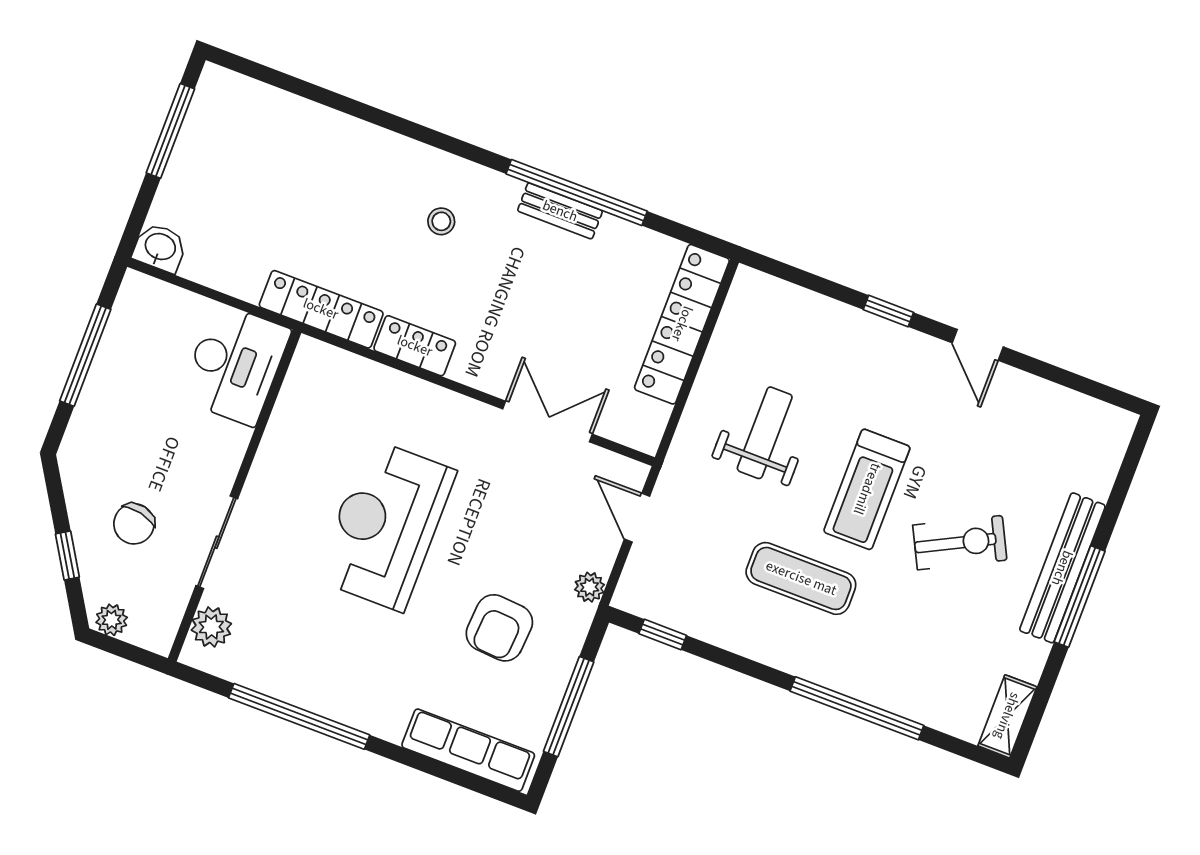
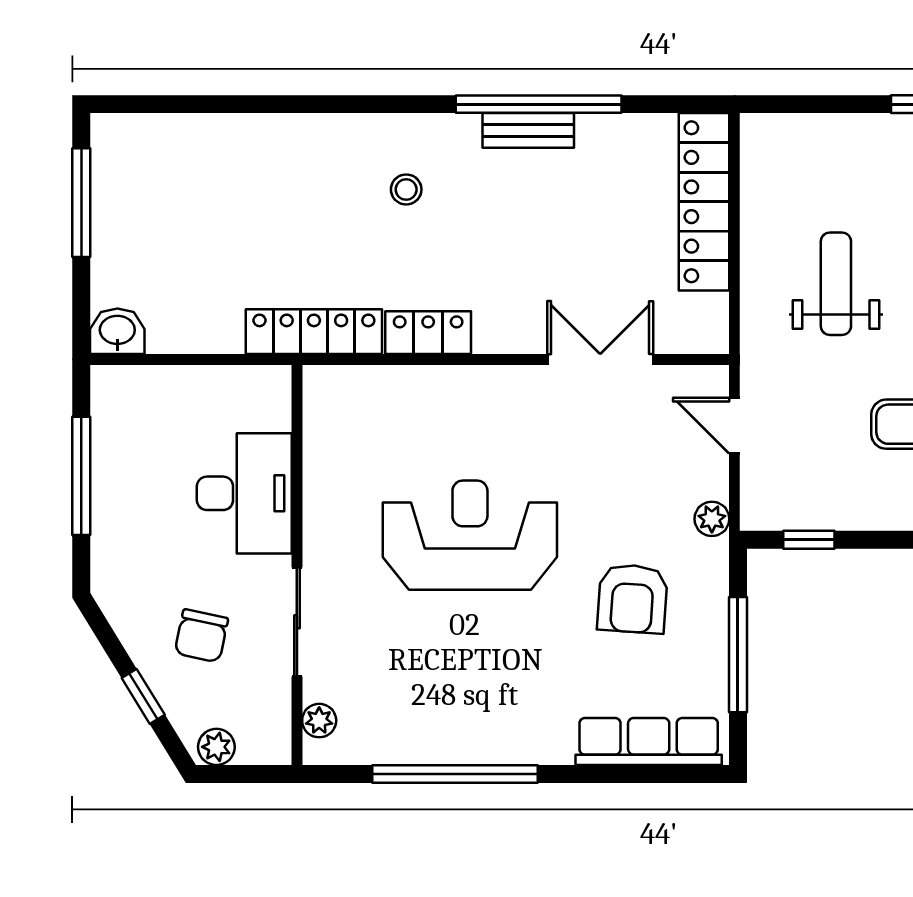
desk: (235, 364) -> (244, 493), moved
reception desk: (386, 525) -> (470, 535), turned 90
plant: (211, 627) -> (319, 721), width x0.73, depth x0.73

